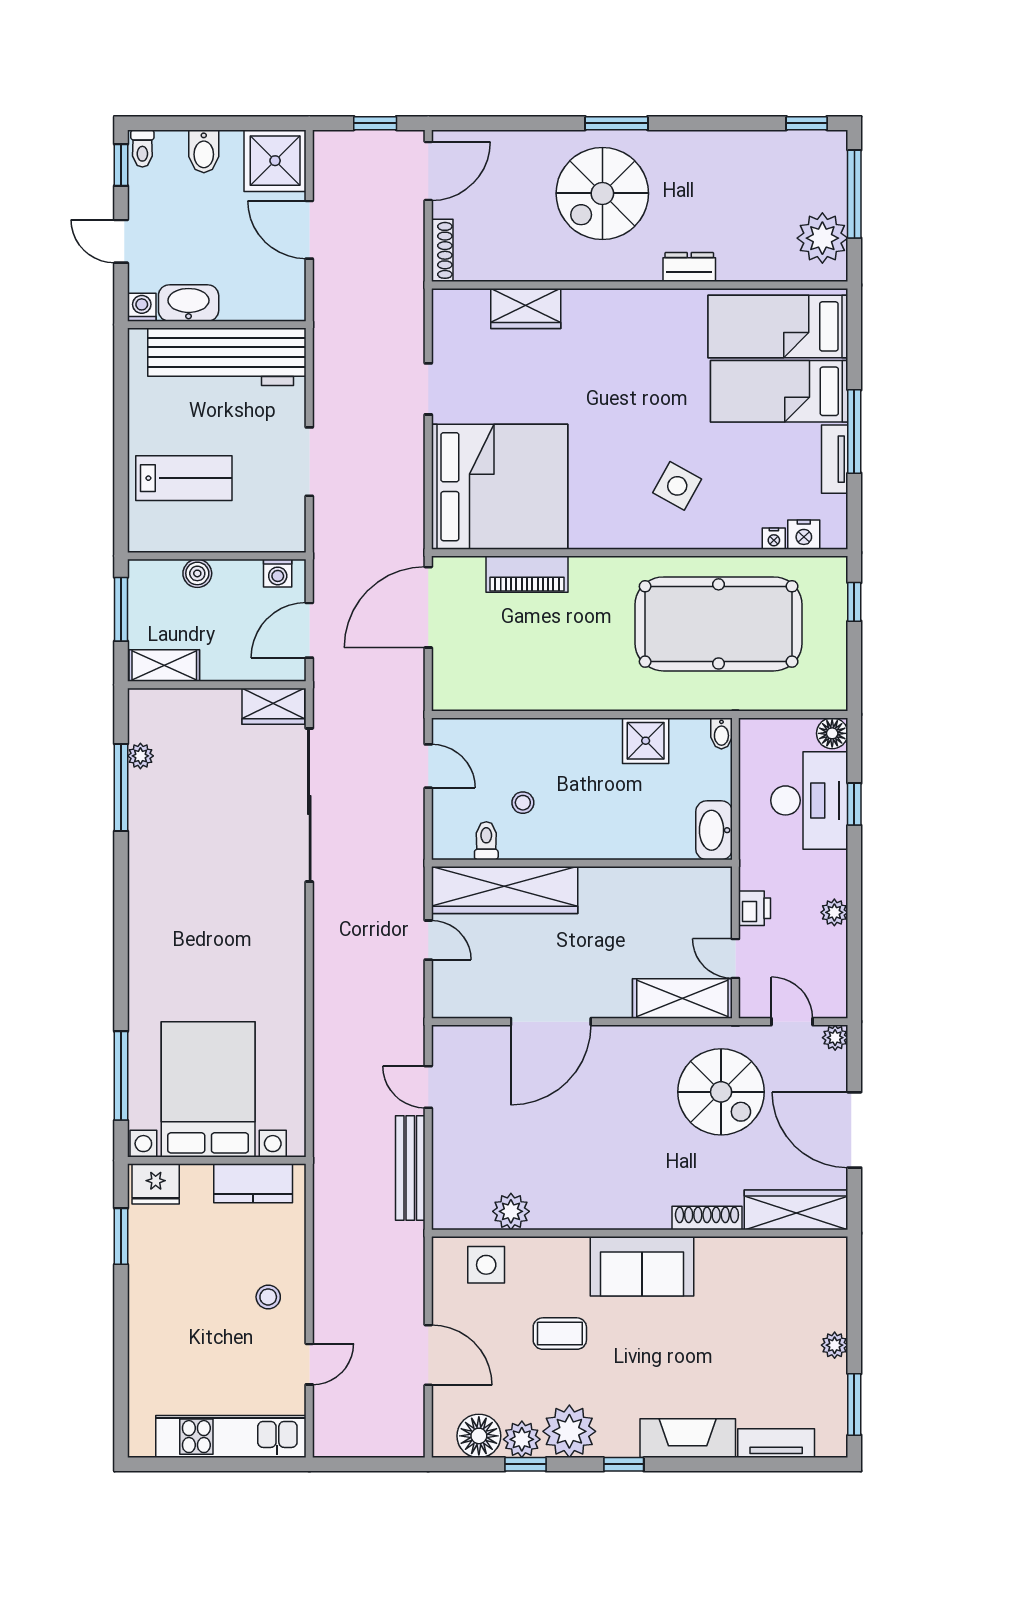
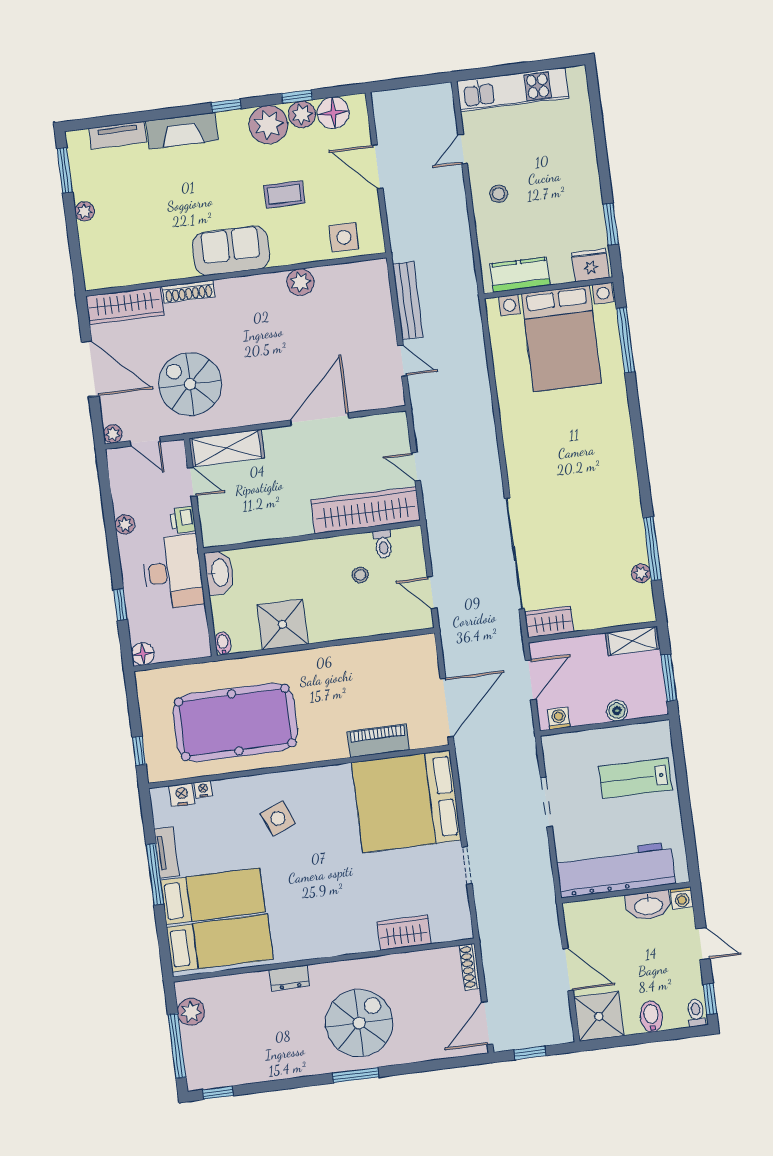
plant: (822, 238) -> (191, 1012), width x0.73, depth x0.73
side table: (677, 486) -> (278, 818), turned 38
shower: (646, 741) -> (282, 624), width x1.36, depth x1.36
desk: (809, 800) -> (173, 572), moved, turned 180
plant: (511, 1211) -> (300, 282), moved

